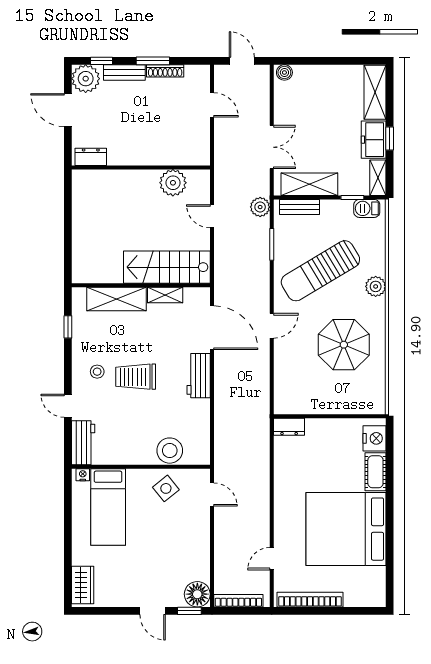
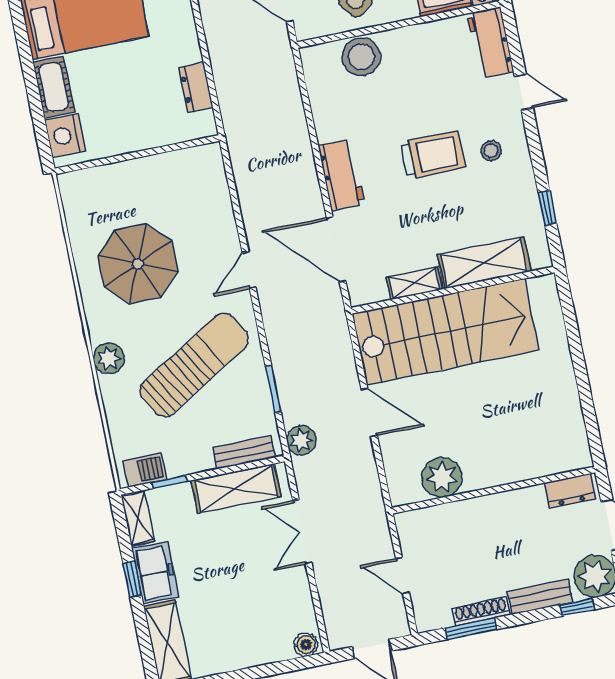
window: (153, 61) -> (471, 629), moved
dresser: (91, 157) -> (570, 491), moved
wall: (141, 167) -> (493, 490), moved
plant: (173, 183) -> (442, 477), moved
door: (212, 216) -> (369, 412), width x1.38
stairs: (167, 267) -> (446, 332), width x1.36, depth x1.51
dresser: (289, 427) -> (196, 88), moved, turned -90

